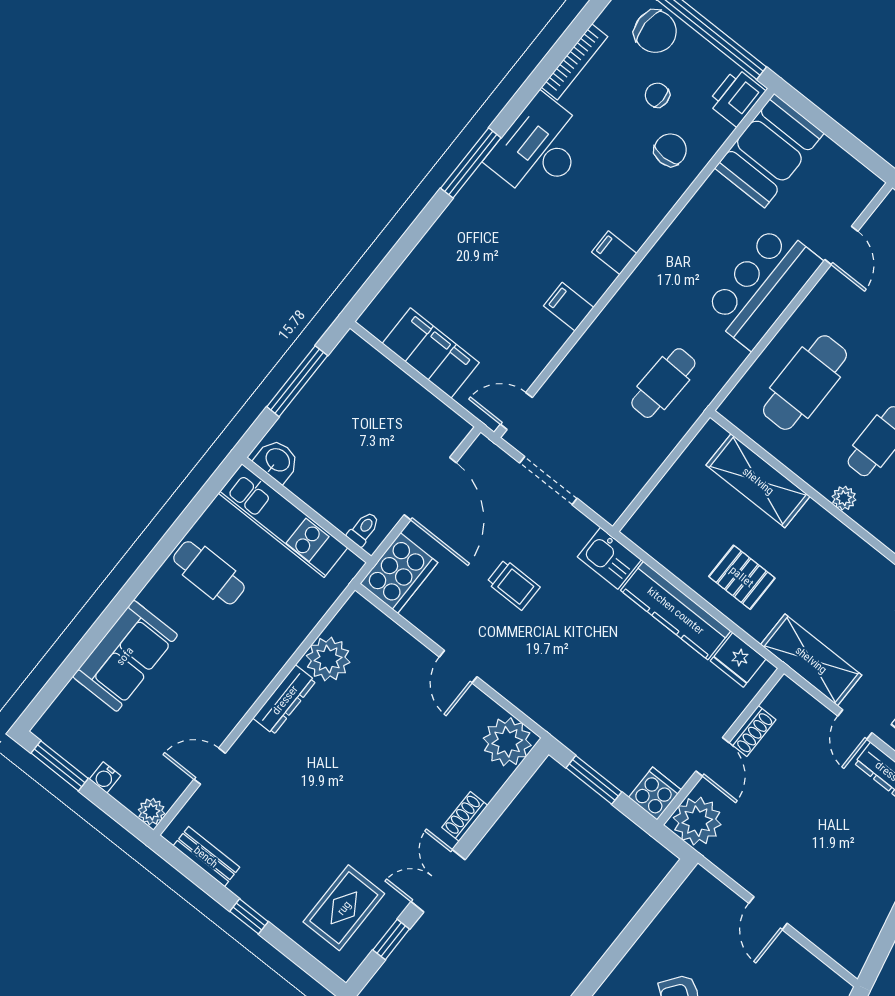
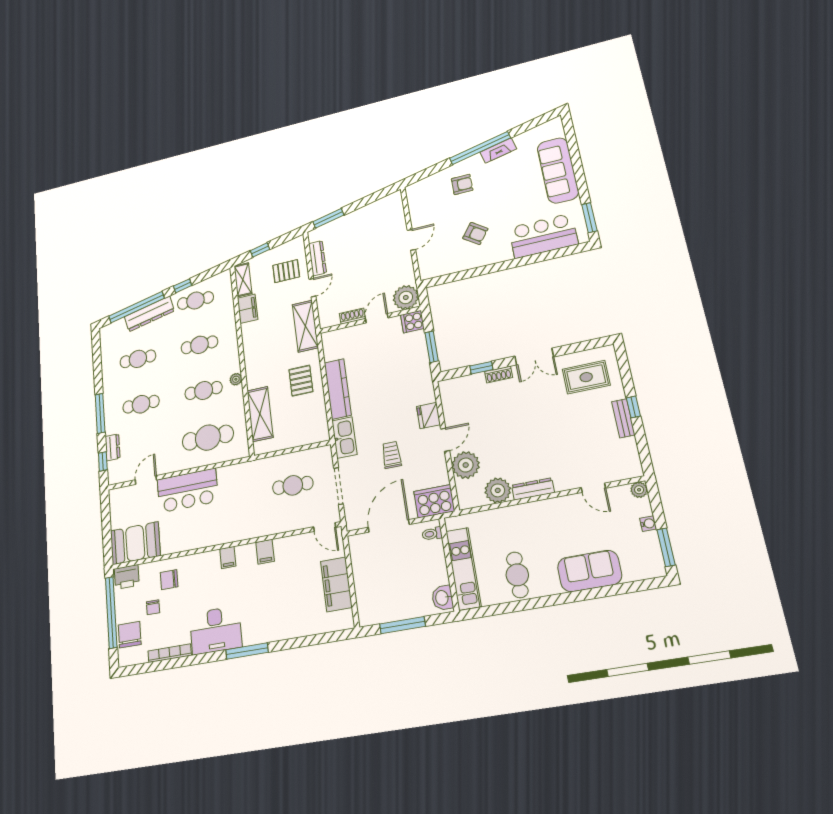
cafe table: (663, 383) -> (293, 485), moved
kitchen sink: (609, 558) -> (344, 438), width x1.38
fridge: (738, 660) -> (428, 416), moved, turned 180
plant: (507, 742) -> (466, 465), moved
bench: (206, 857) -> (623, 418), moved
window: (391, 939) -> (481, 368), moved

